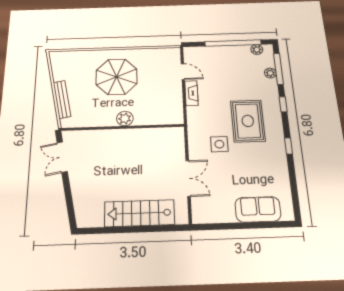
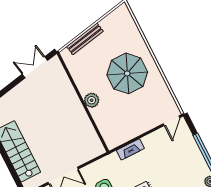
door: (183, 72) -> (172, 121), moved
fireplace: (191, 93) -> (130, 149), moved

